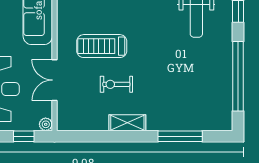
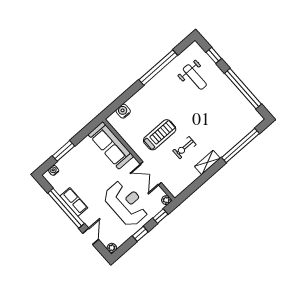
treadmill: (102, 46) -> (160, 135), turned 180
window: (180, 136) -> (241, 146), width x1.46

